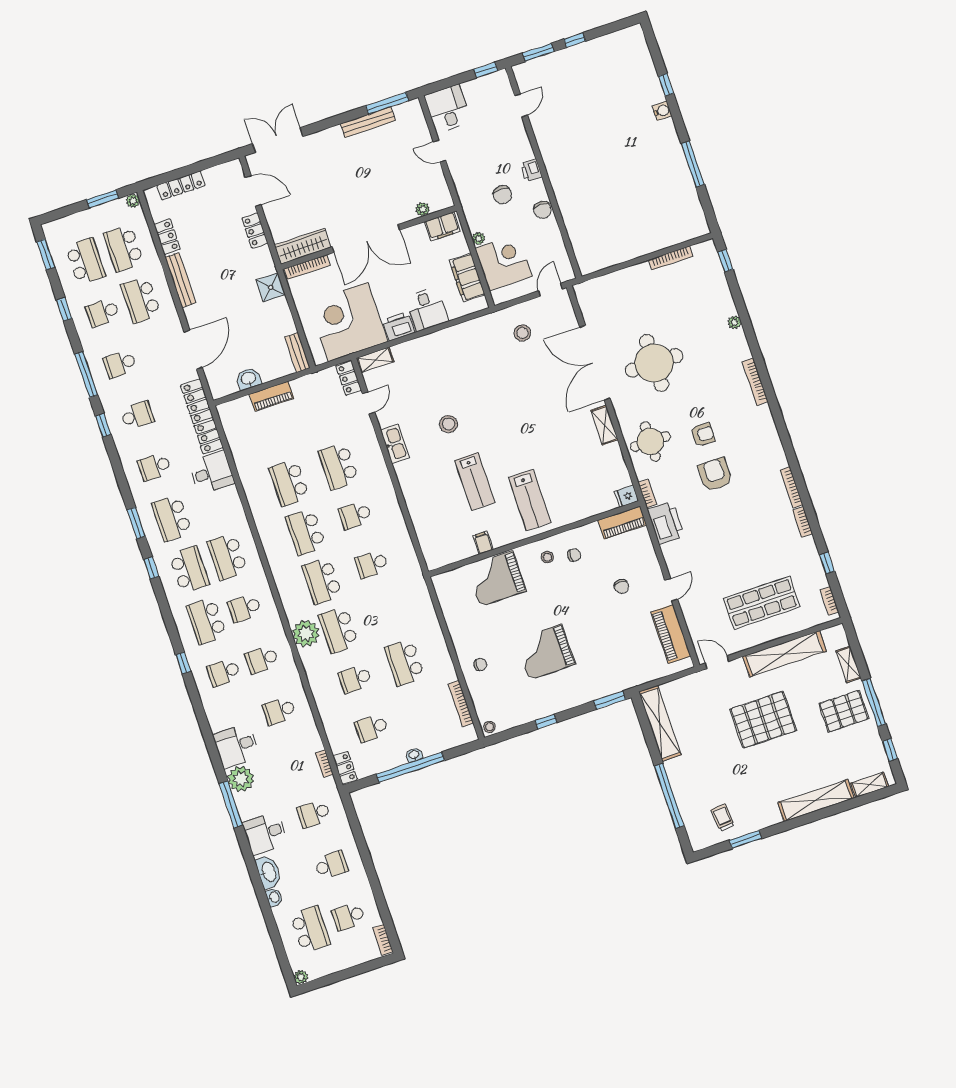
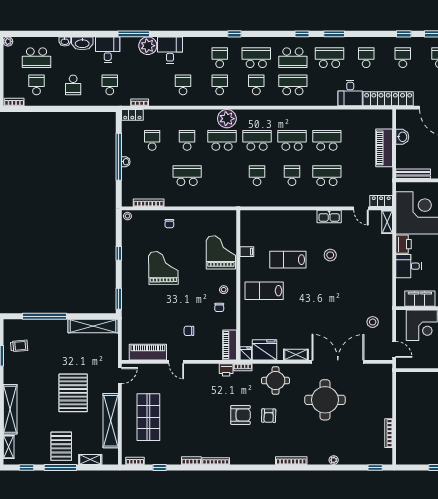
bench: (297, 353) -> (413, 174), width x1.36
piano: (272, 396) -> (384, 148), width x1.37, depth x1.33
school desk: (137, 415) -> (403, 58), turned 180
fridge: (613, 471) -> (265, 350), added
printer: (666, 523) -> (226, 370), width x0.53, depth x0.68

